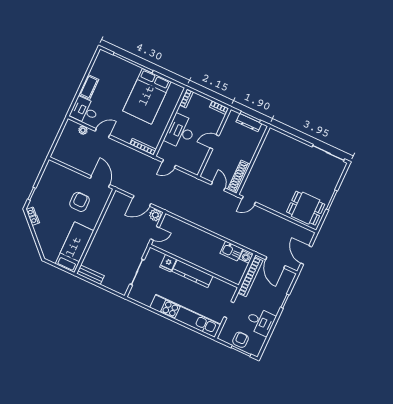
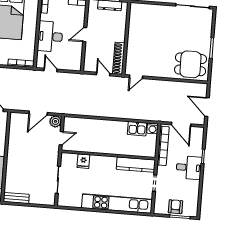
door: (169, 164) -> (50, 70), swing flipped
kitchen counter: (192, 274) -> (136, 165), moved
desk: (260, 322) -> (189, 168), moved

